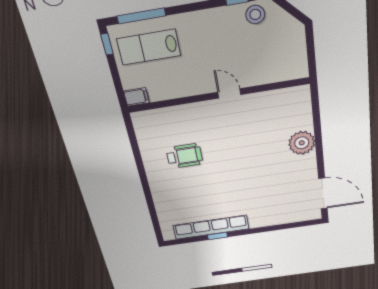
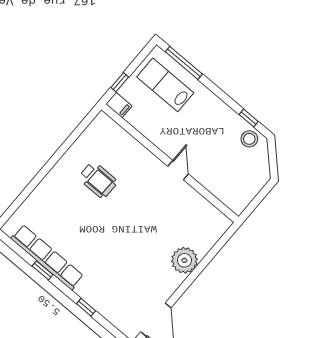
window: (107, 44) -> (120, 82), moved
window: (269, 229) -> (86, 307), added

